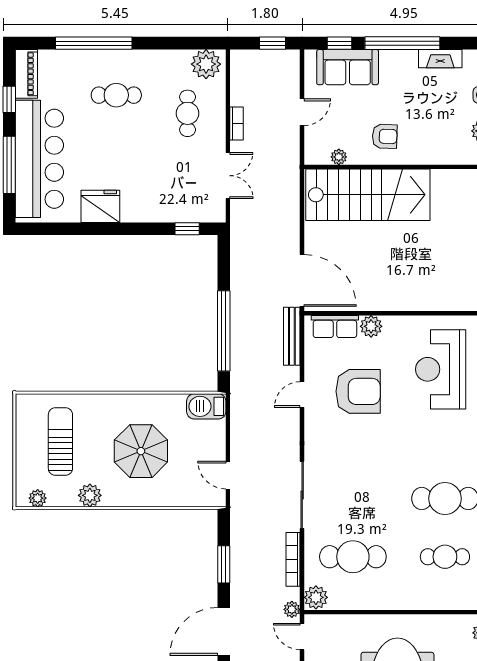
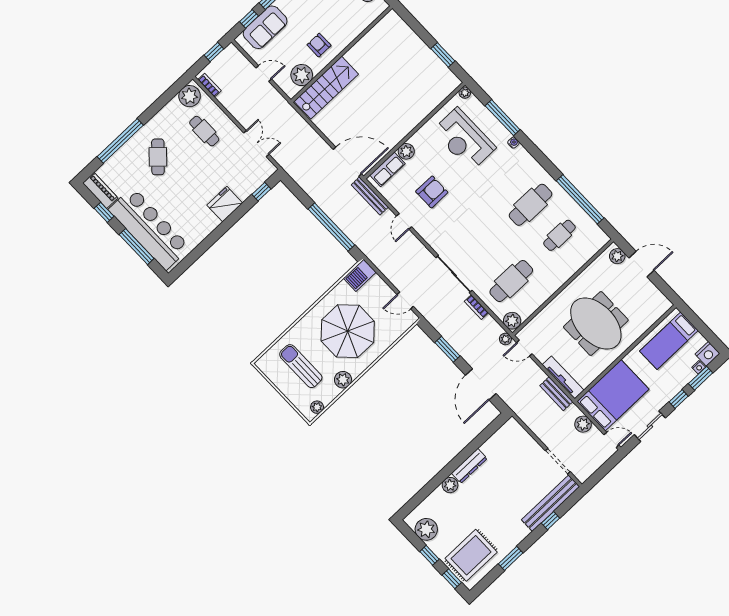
cafe table: (116, 95) -> (158, 157), turned -47
door: (302, 112) -> (264, 74), hinge flipped
bookcase: (237, 123) -> (210, 85), moved
armchair: (385, 136) -> (319, 45), turned -92
plant: (339, 157) -> (302, 75), width x1.88, depth x1.88
stairs: (368, 195) -> (326, 88), width x0.73, depth x0.66
fridge: (100, 206) -> (225, 204), moved
armchair: (358, 391) -> (432, 192), width x0.73, depth x0.73
parasol: (141, 451) -> (348, 331), width x1.36, depth x1.36
bookcase: (293, 559) -> (476, 307), width x0.64

